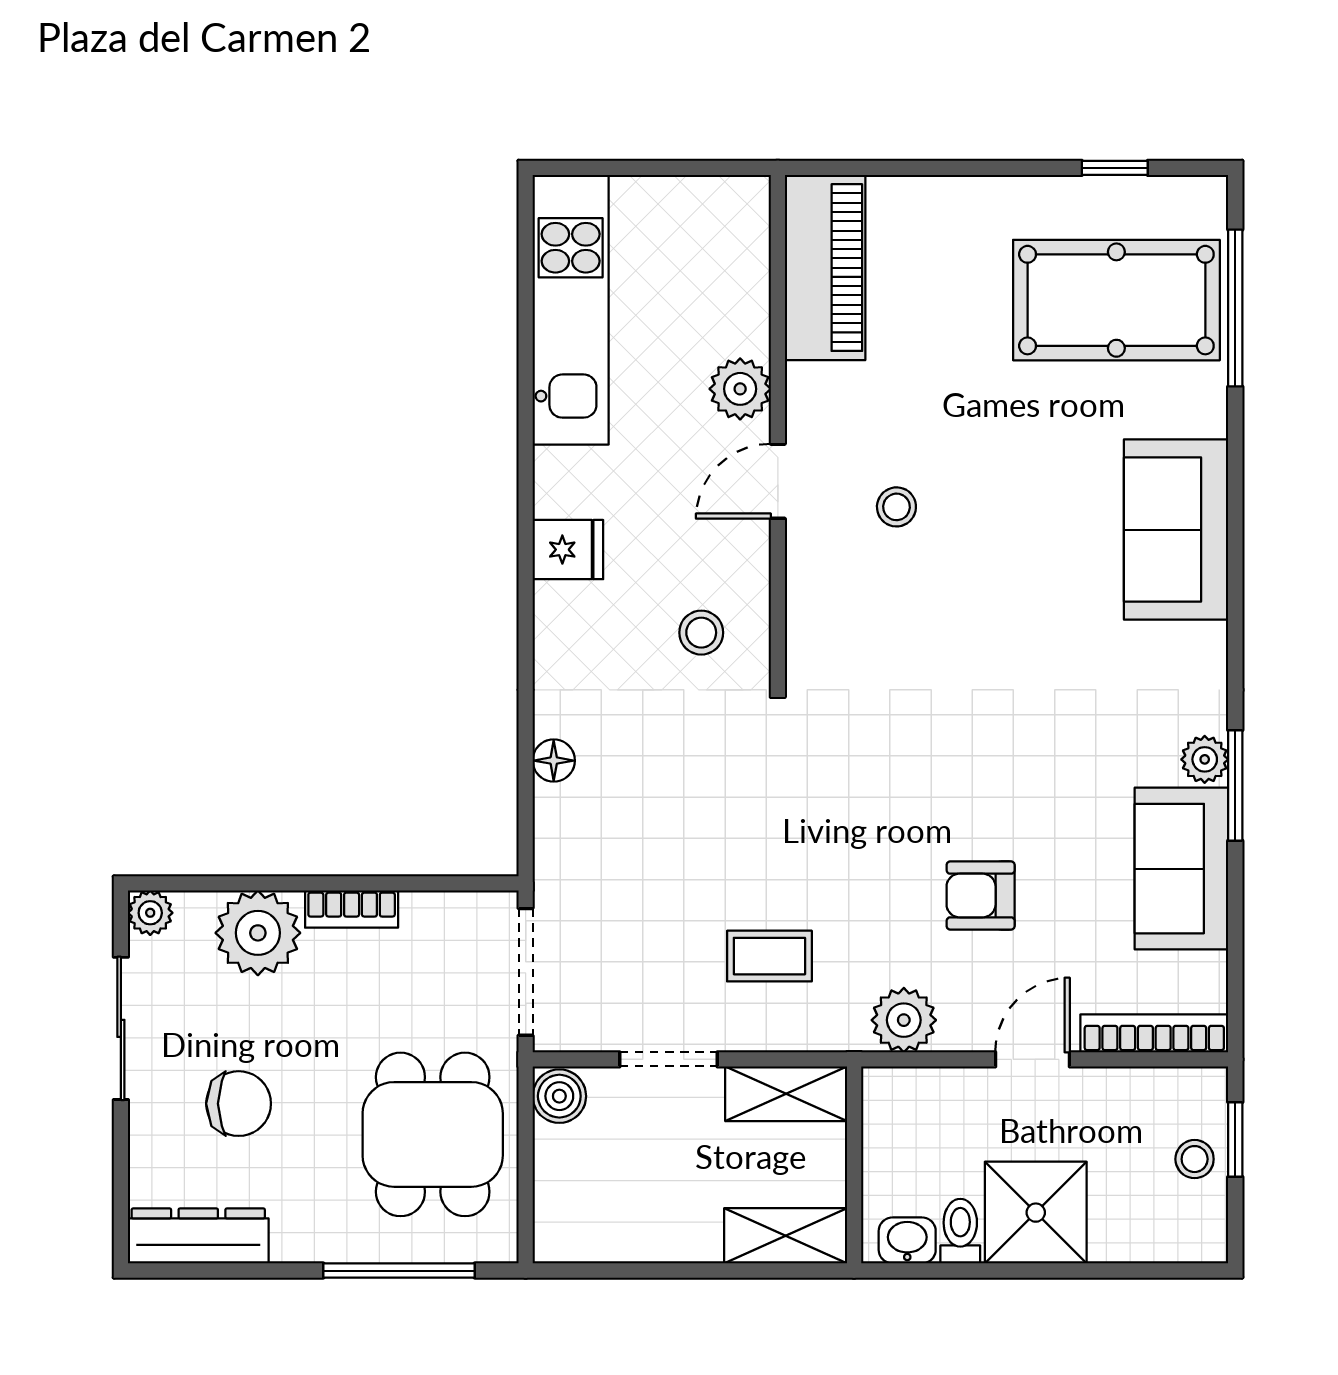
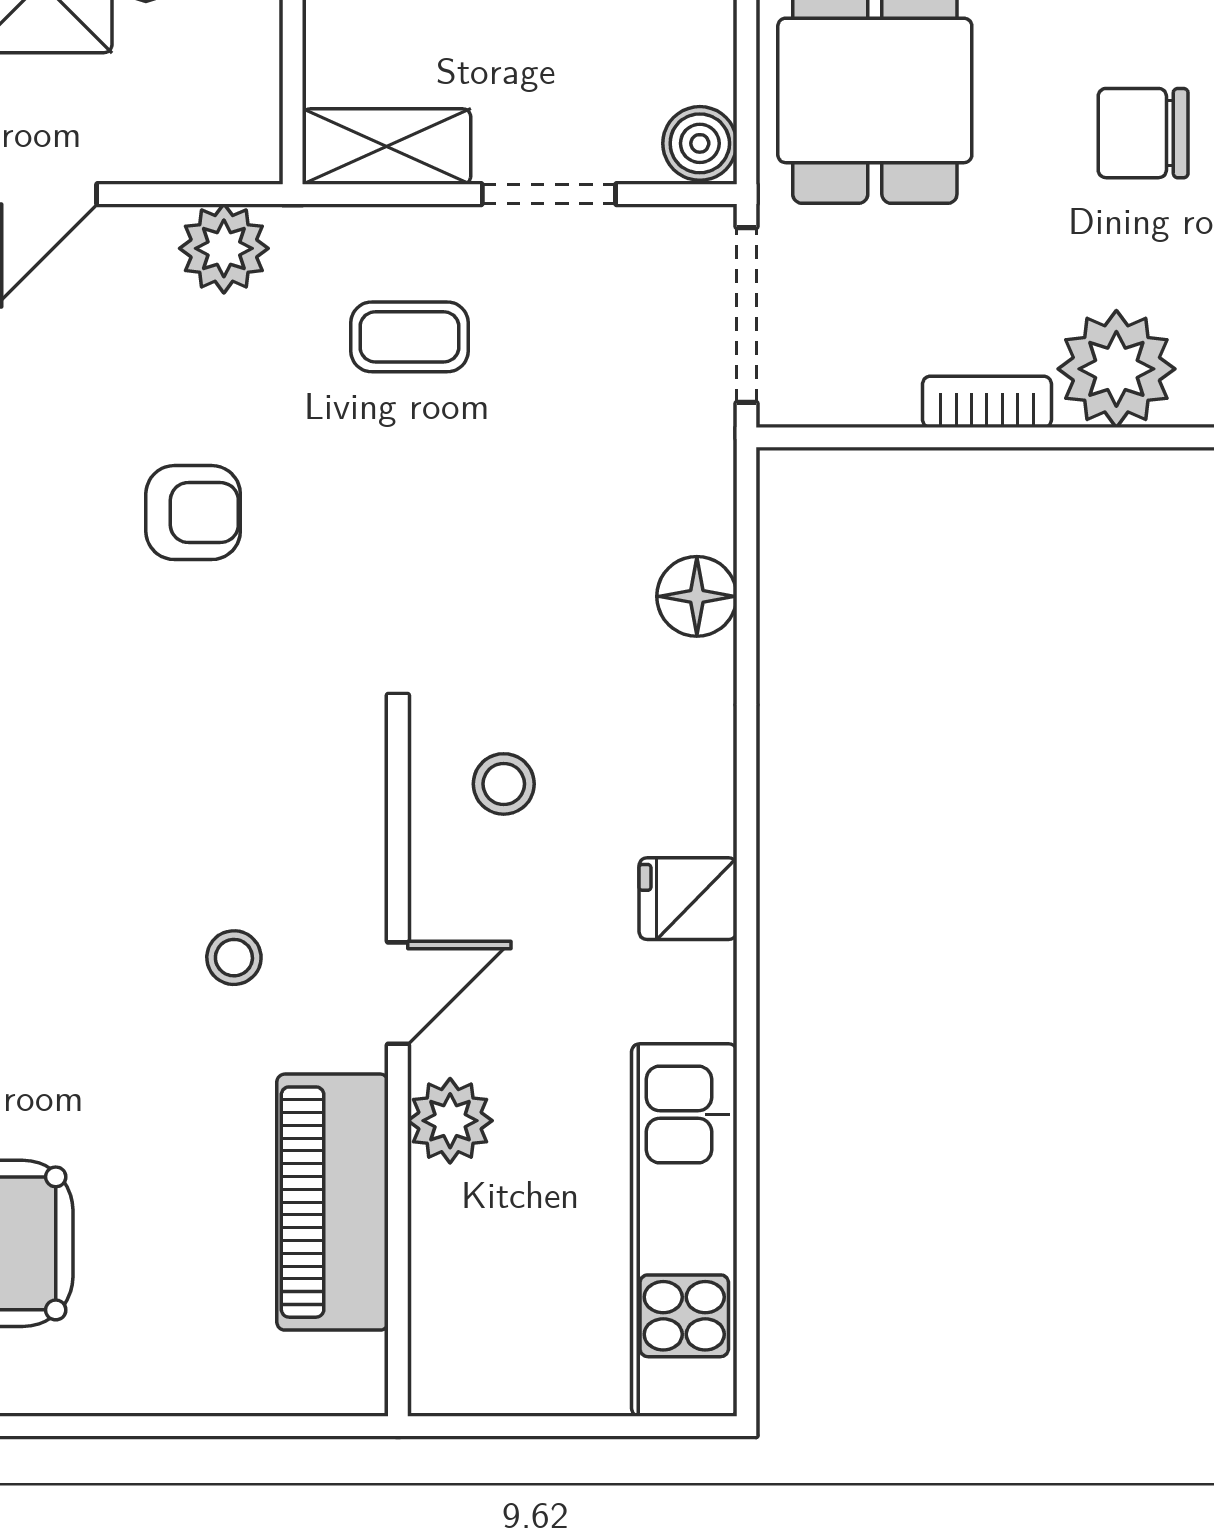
piano: (825, 268) -> (333, 1202), moved
floor lamp: (554, 761) -> (697, 596), width x1.37, depth x1.37
armchair: (981, 896) -> (193, 513), moved

